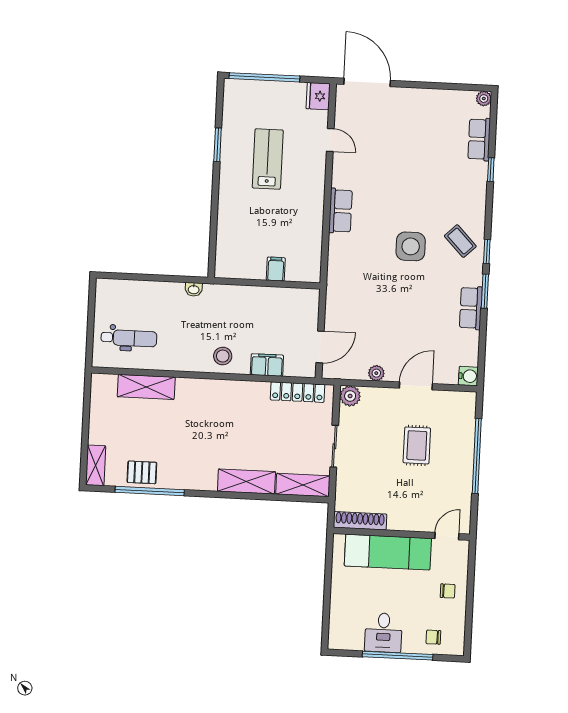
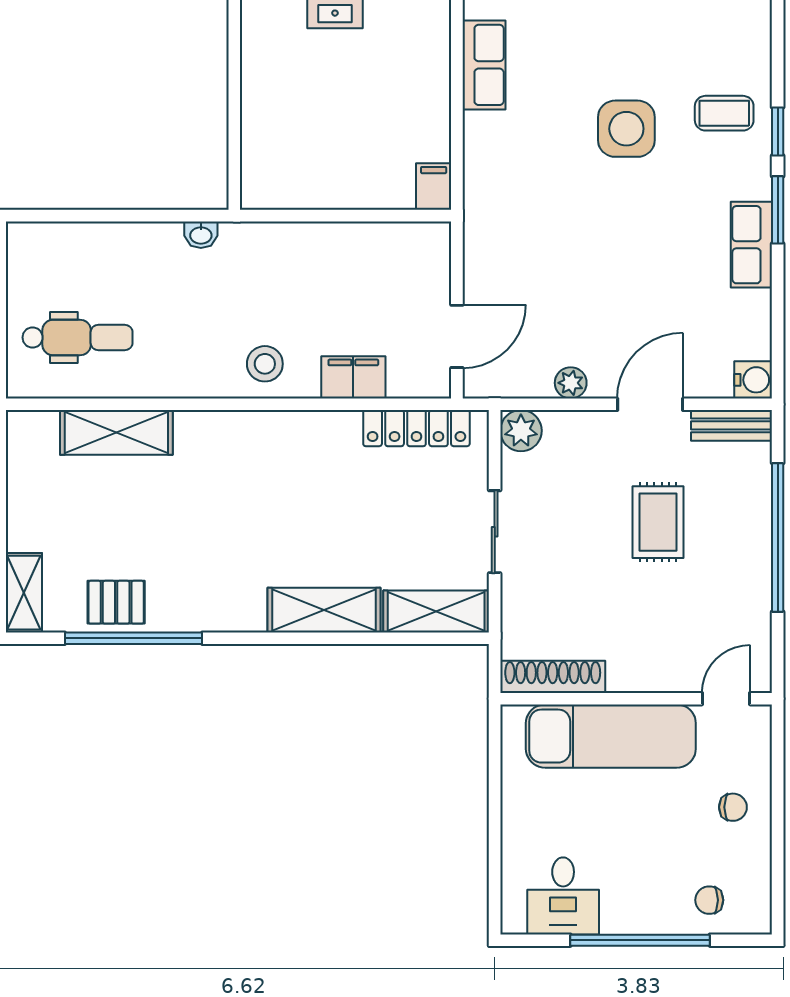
coffee table: (460, 241) -> (724, 113), turned -46
filing cabinet: (276, 269) -> (434, 186), moved
bench: (456, 399) -> (732, 425), added
desk: (383, 633) -> (563, 896), moved

